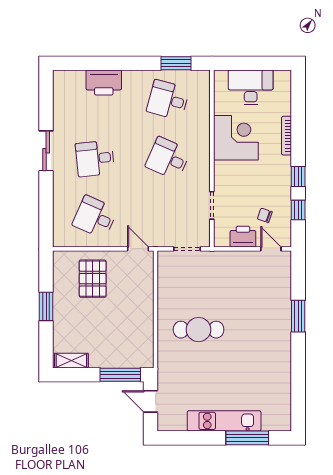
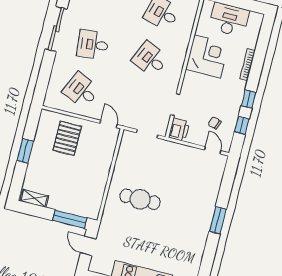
sliding door: (46, 151) -> (56, 29), width x1.37
printer: (243, 237) -> (179, 130), moved, turned 90
window: (298, 316) -> (218, 220), moved

